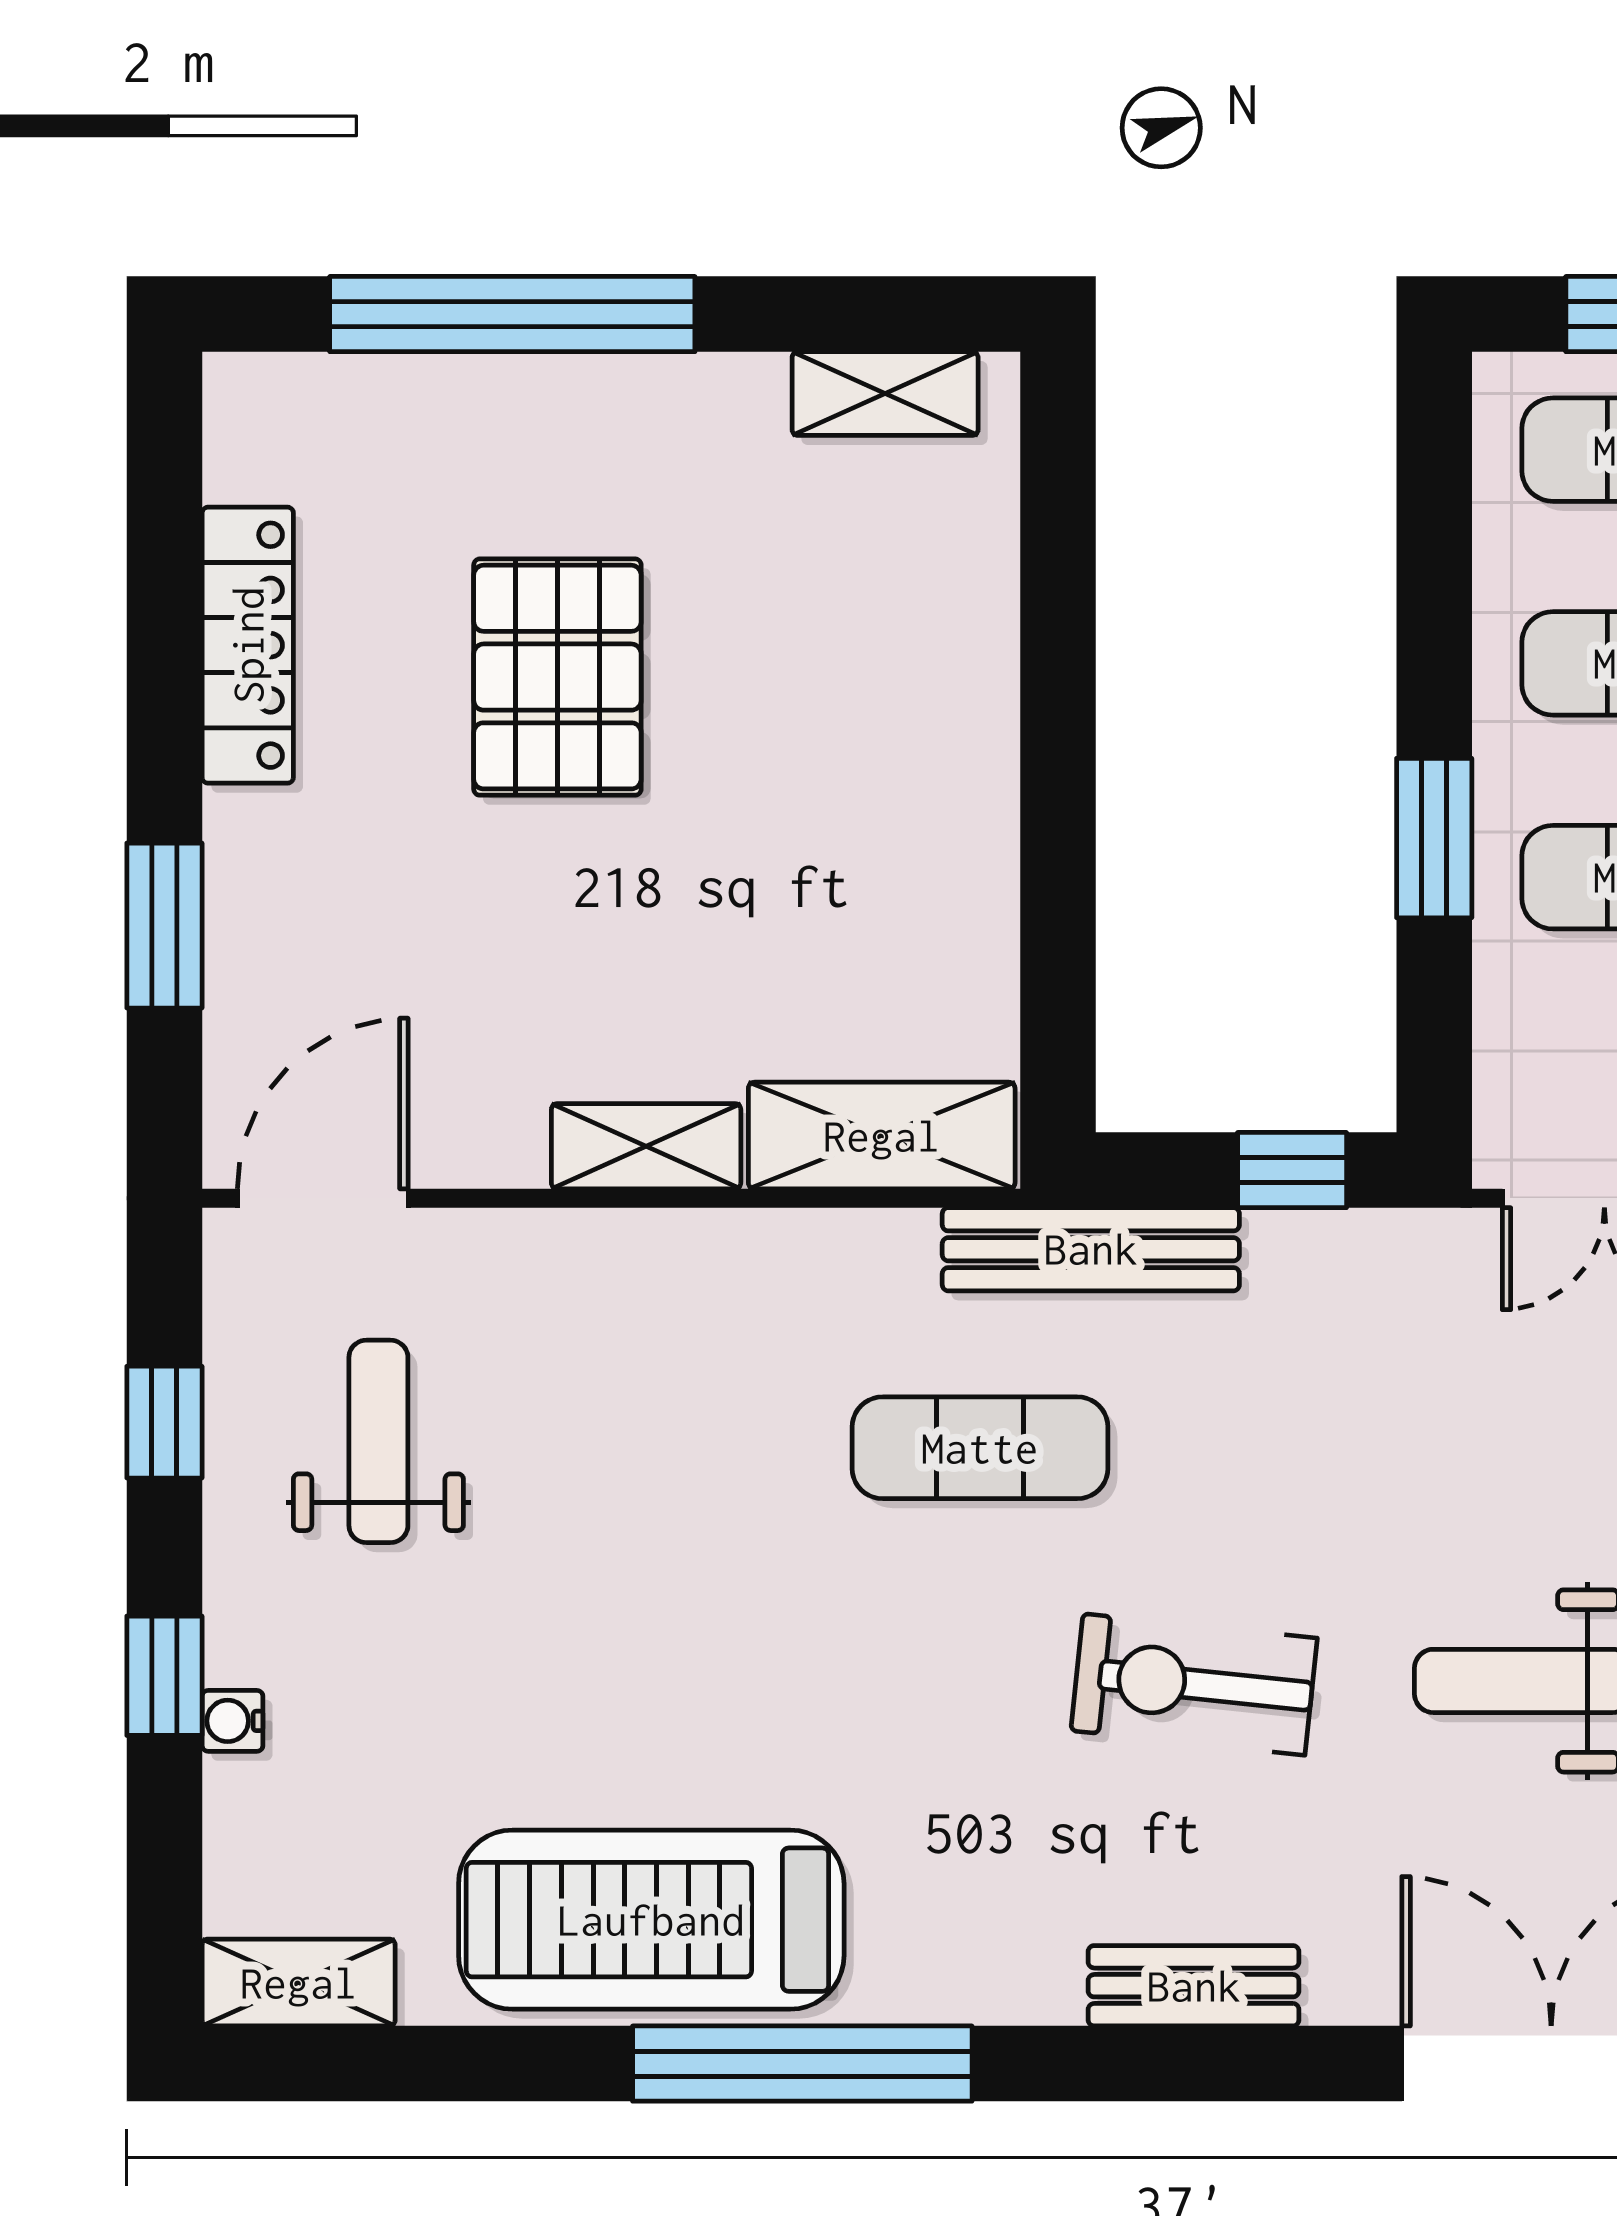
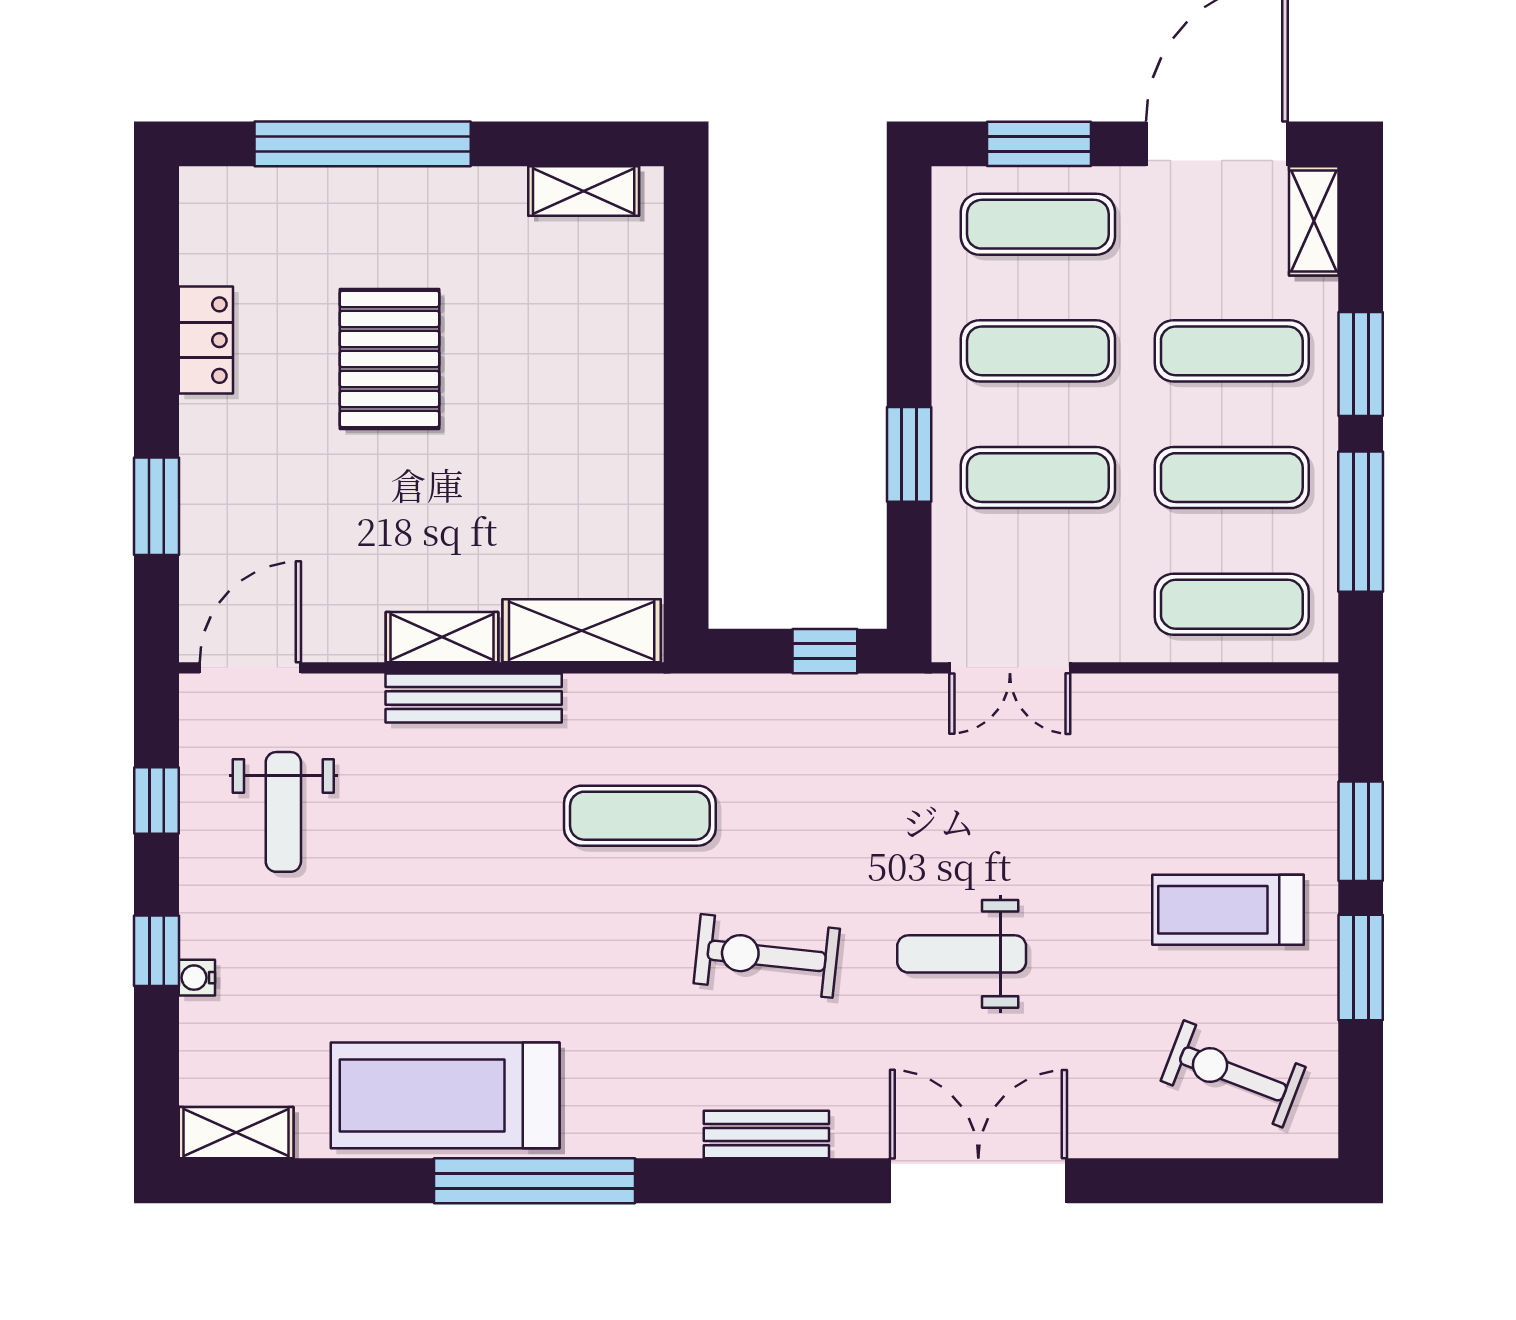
locker: (248, 645) -> (206, 340), width x0.66
bench: (1091, 1249) -> (474, 698), moved
weight bench: (378, 1441) -> (283, 812), turned 180

